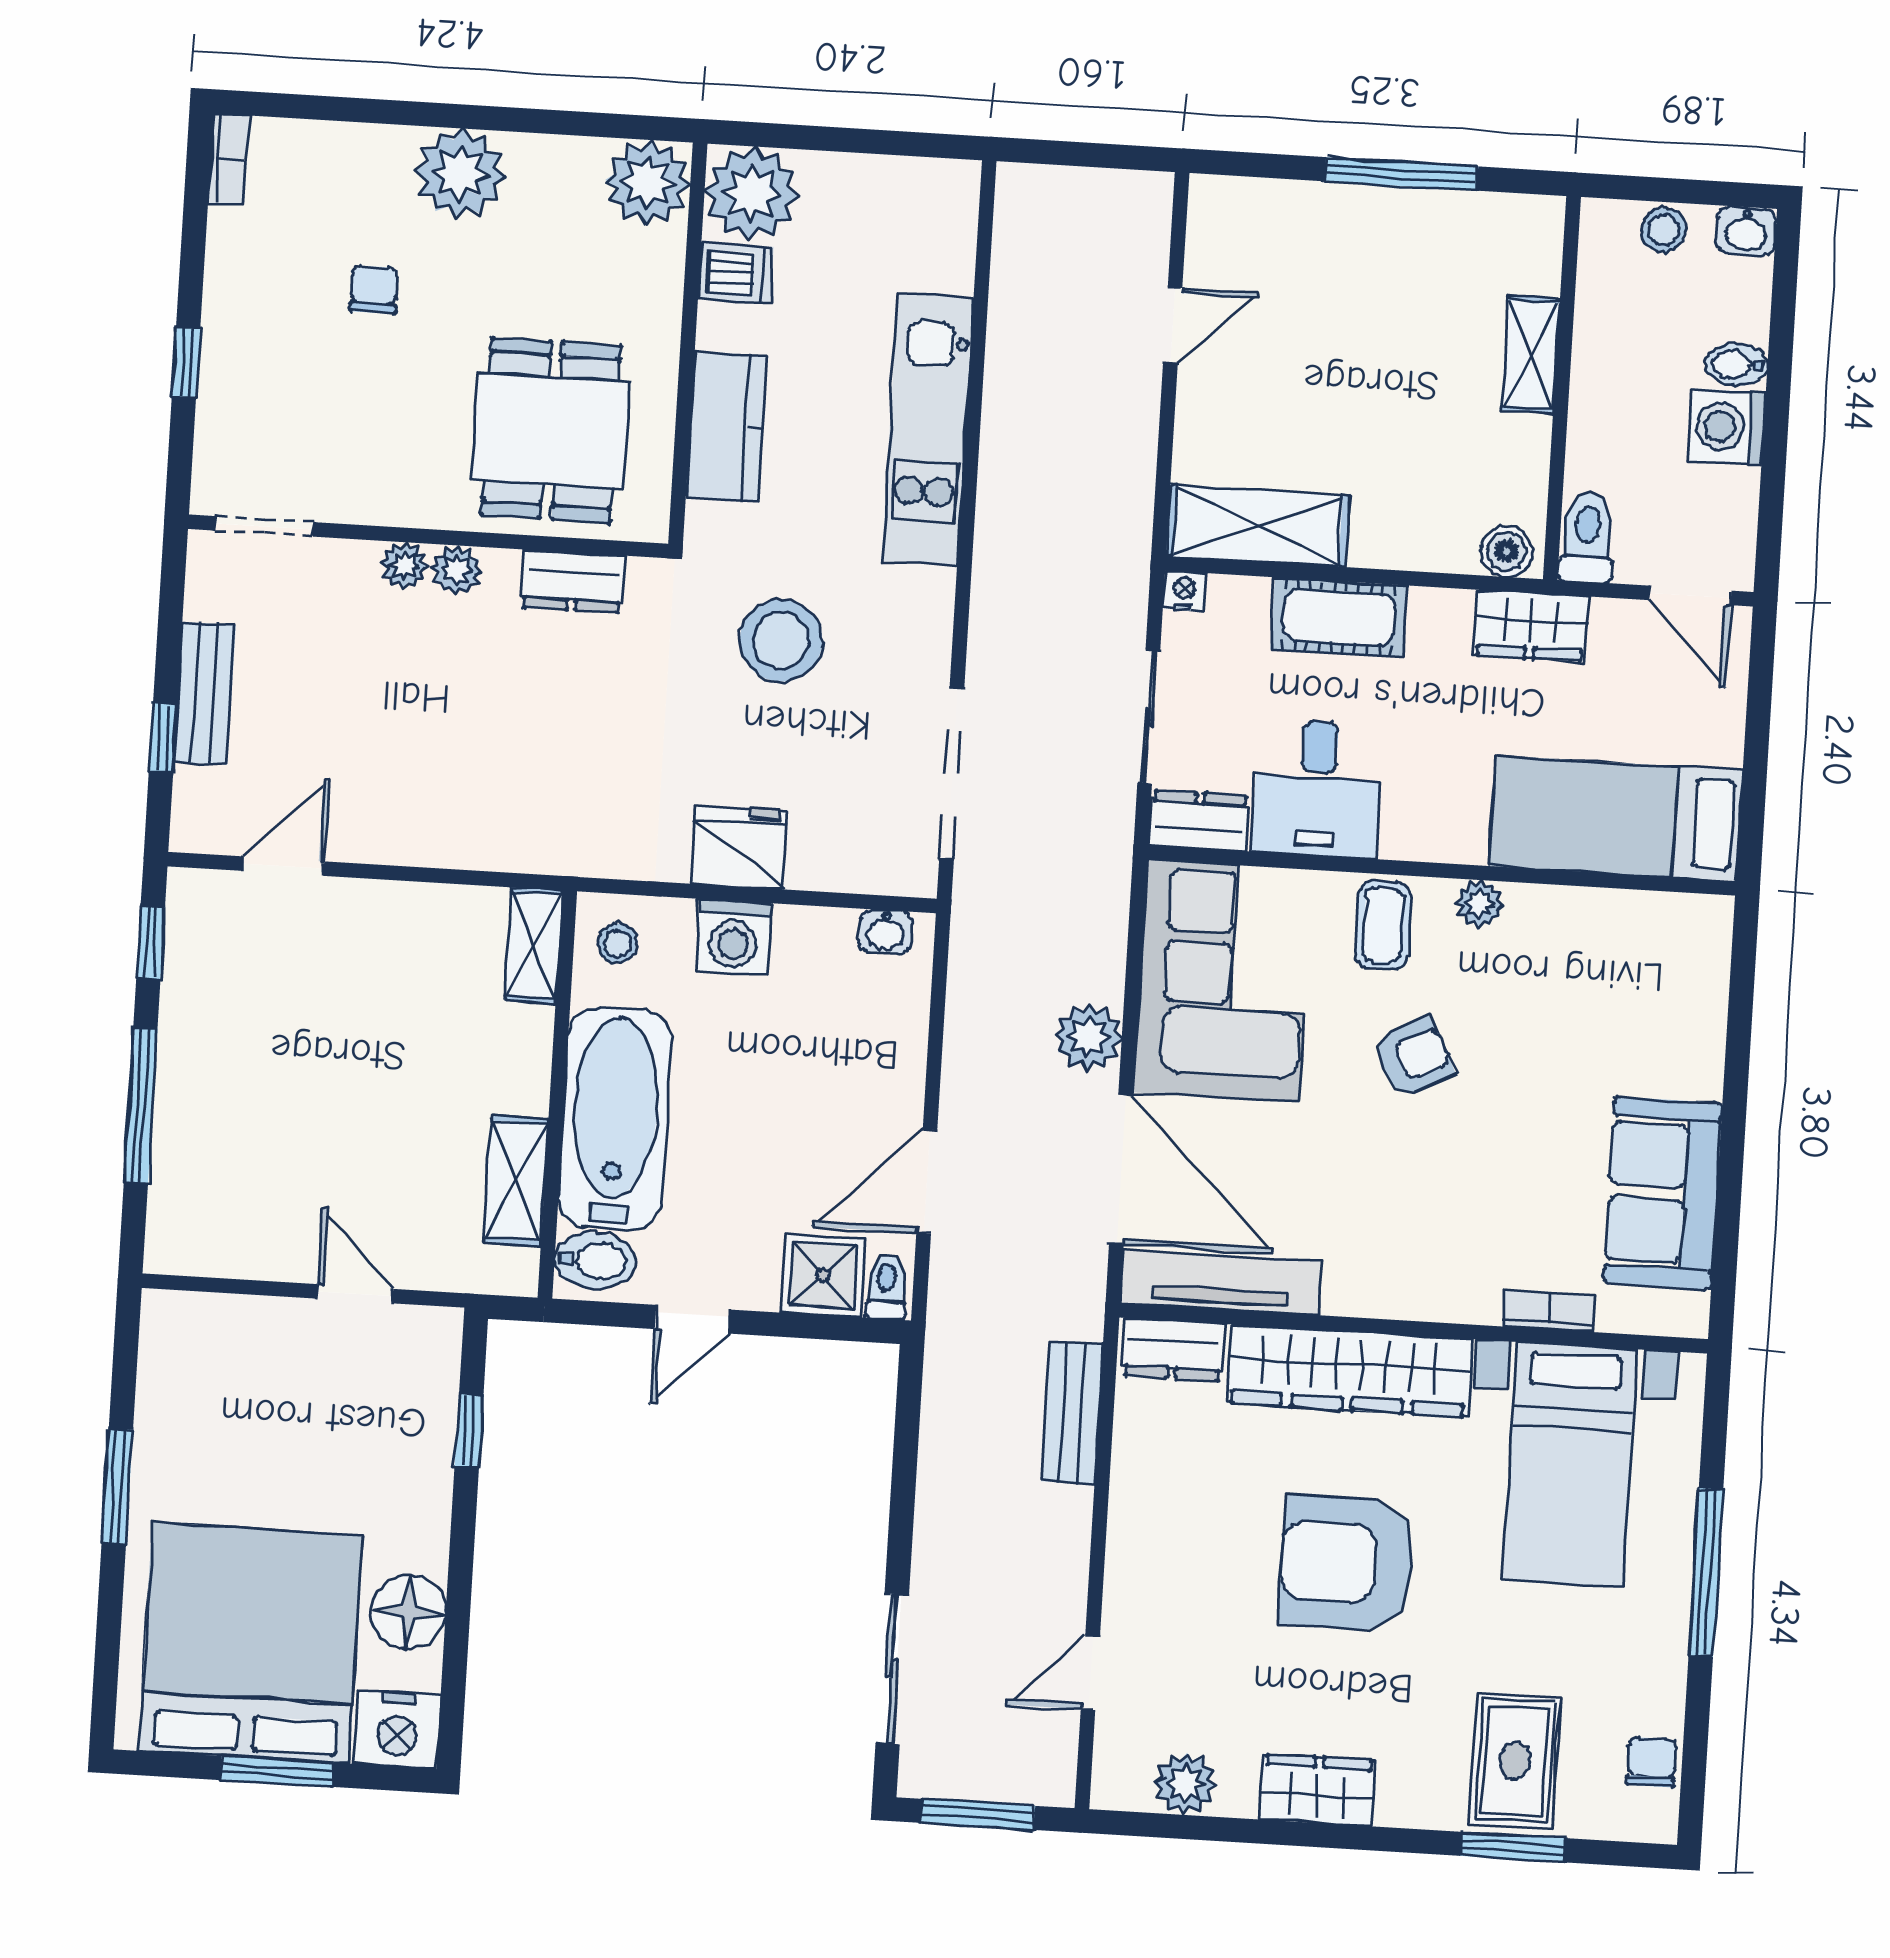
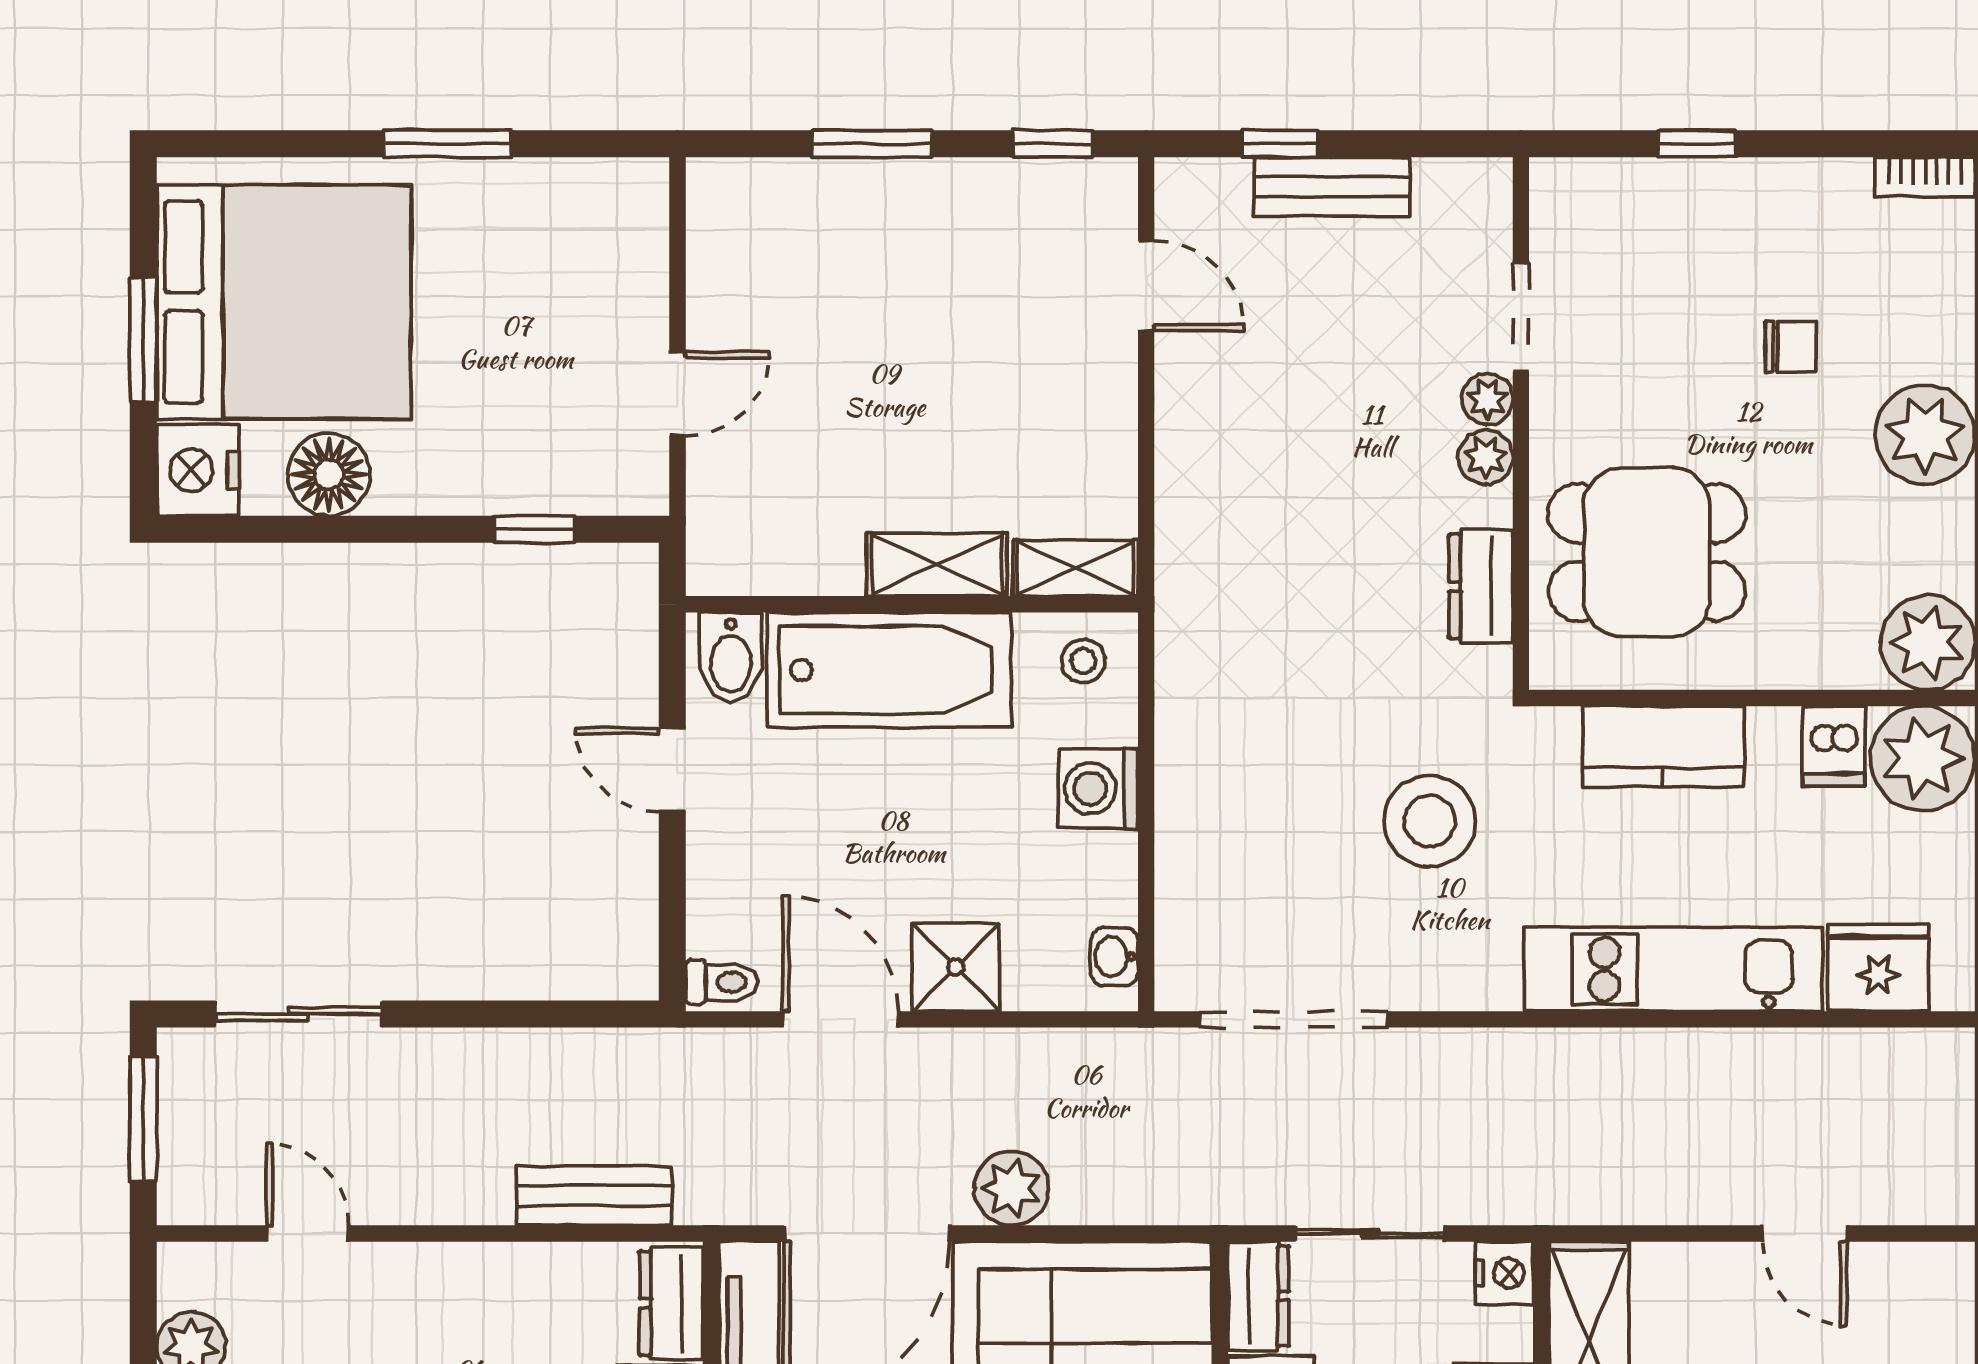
doorway: (264, 526) -> (1521, 317), moved
nightstand: (1184, 591) -> (1504, 1273), width x1.39, depth x1.35
fridge: (739, 848) -> (1878, 968), moved, turned -90
window: (141, 1105) -> (872, 144), width x0.69
shelving: (516, 1181) -> (937, 565), moved
shower: (823, 1275) -> (956, 967), moved

